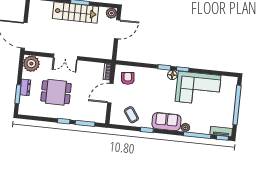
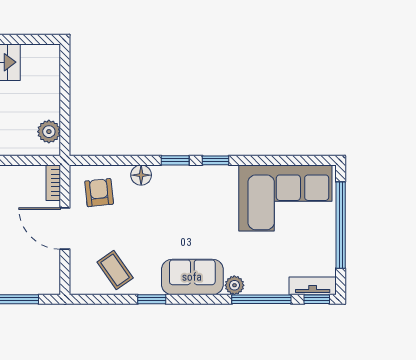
plant: (111, 13) -> (49, 132), moved
door: (117, 29) -> (65, 89), removed
floor lamp: (172, 75) -> (141, 175), moved
corner sofa: (198, 88) -> (285, 198), moved
door: (110, 93) -> (65, 228), hinge flipped

